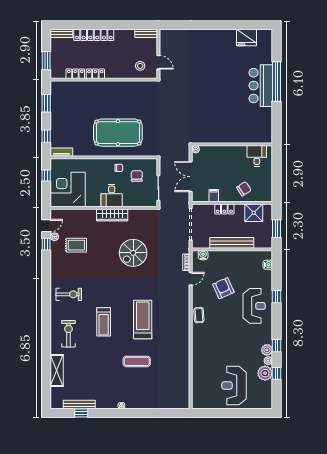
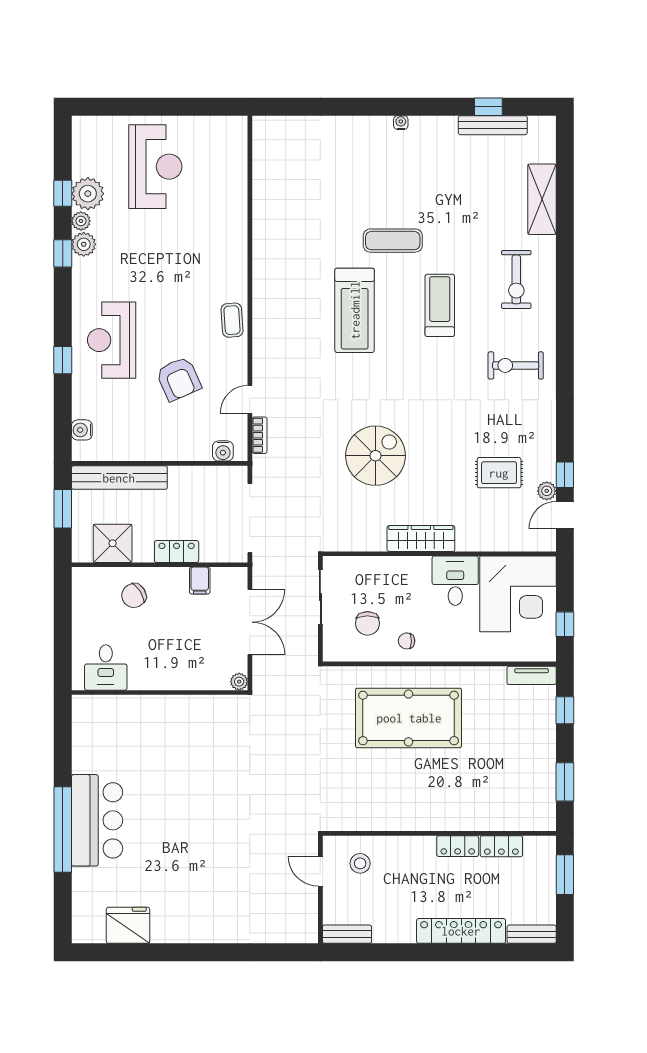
desk: (112, 196) -> (455, 581), moved
bench: (232, 243) -> (119, 478), moved
exercise mat: (137, 361) -> (393, 241), moved

